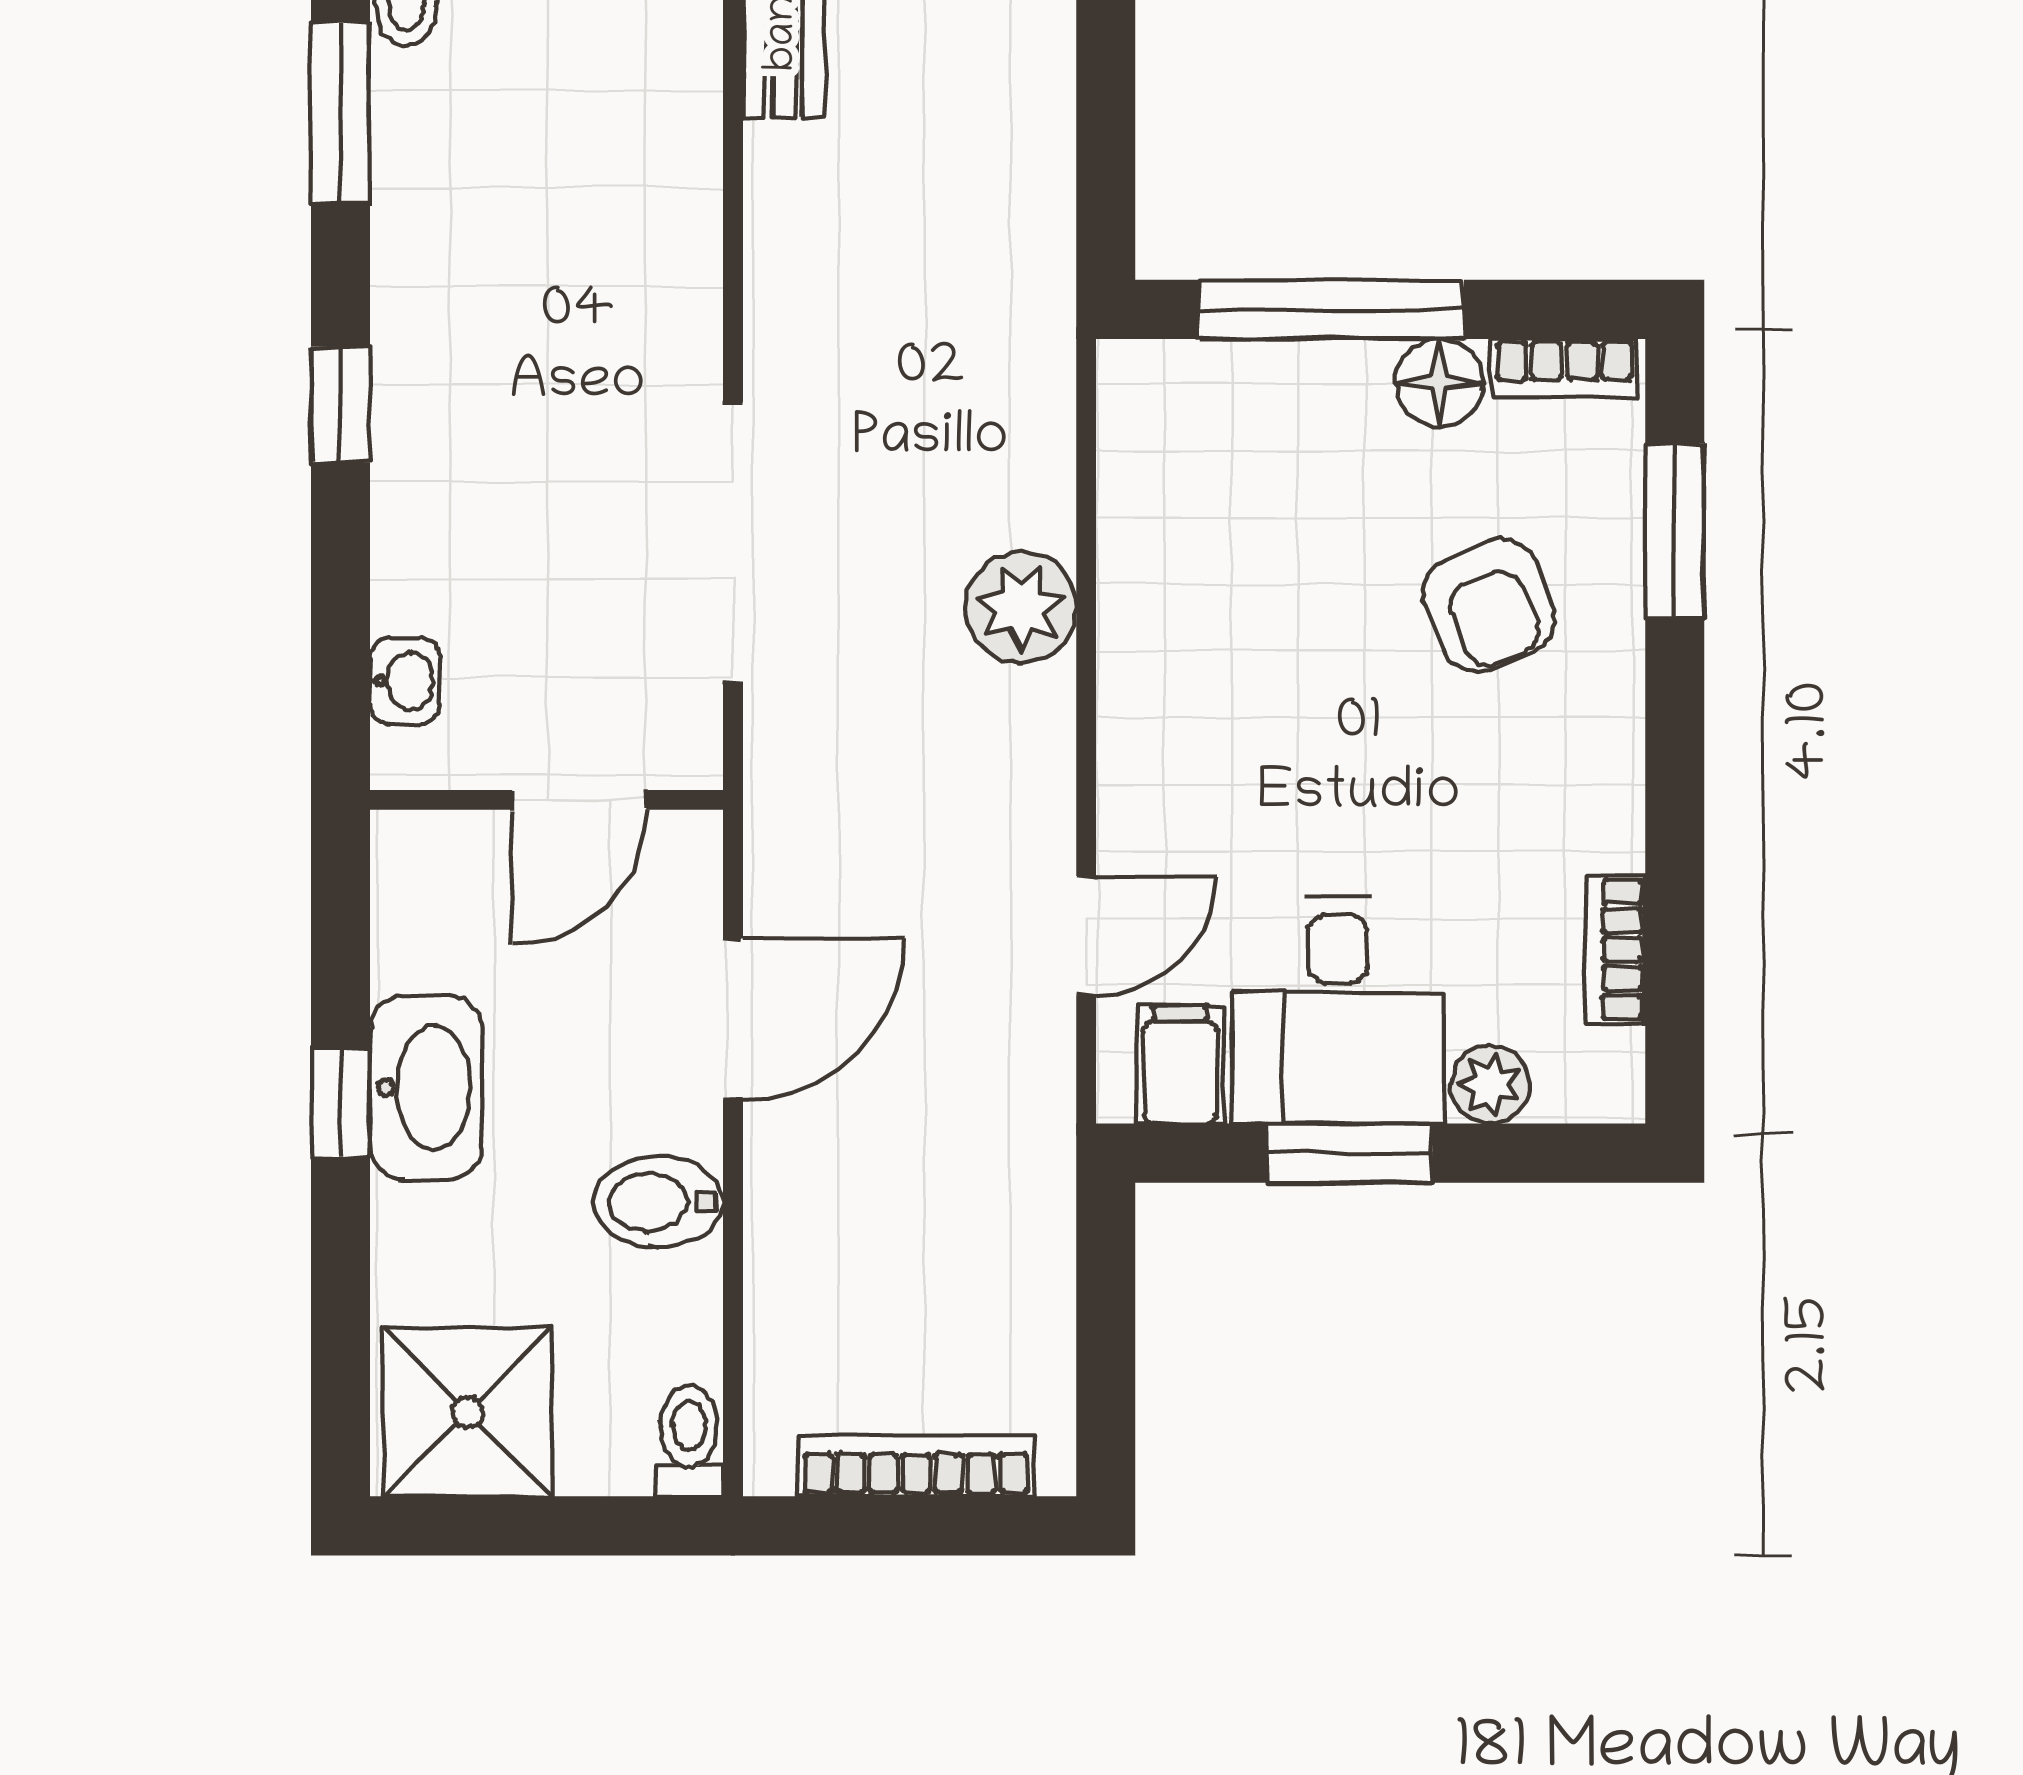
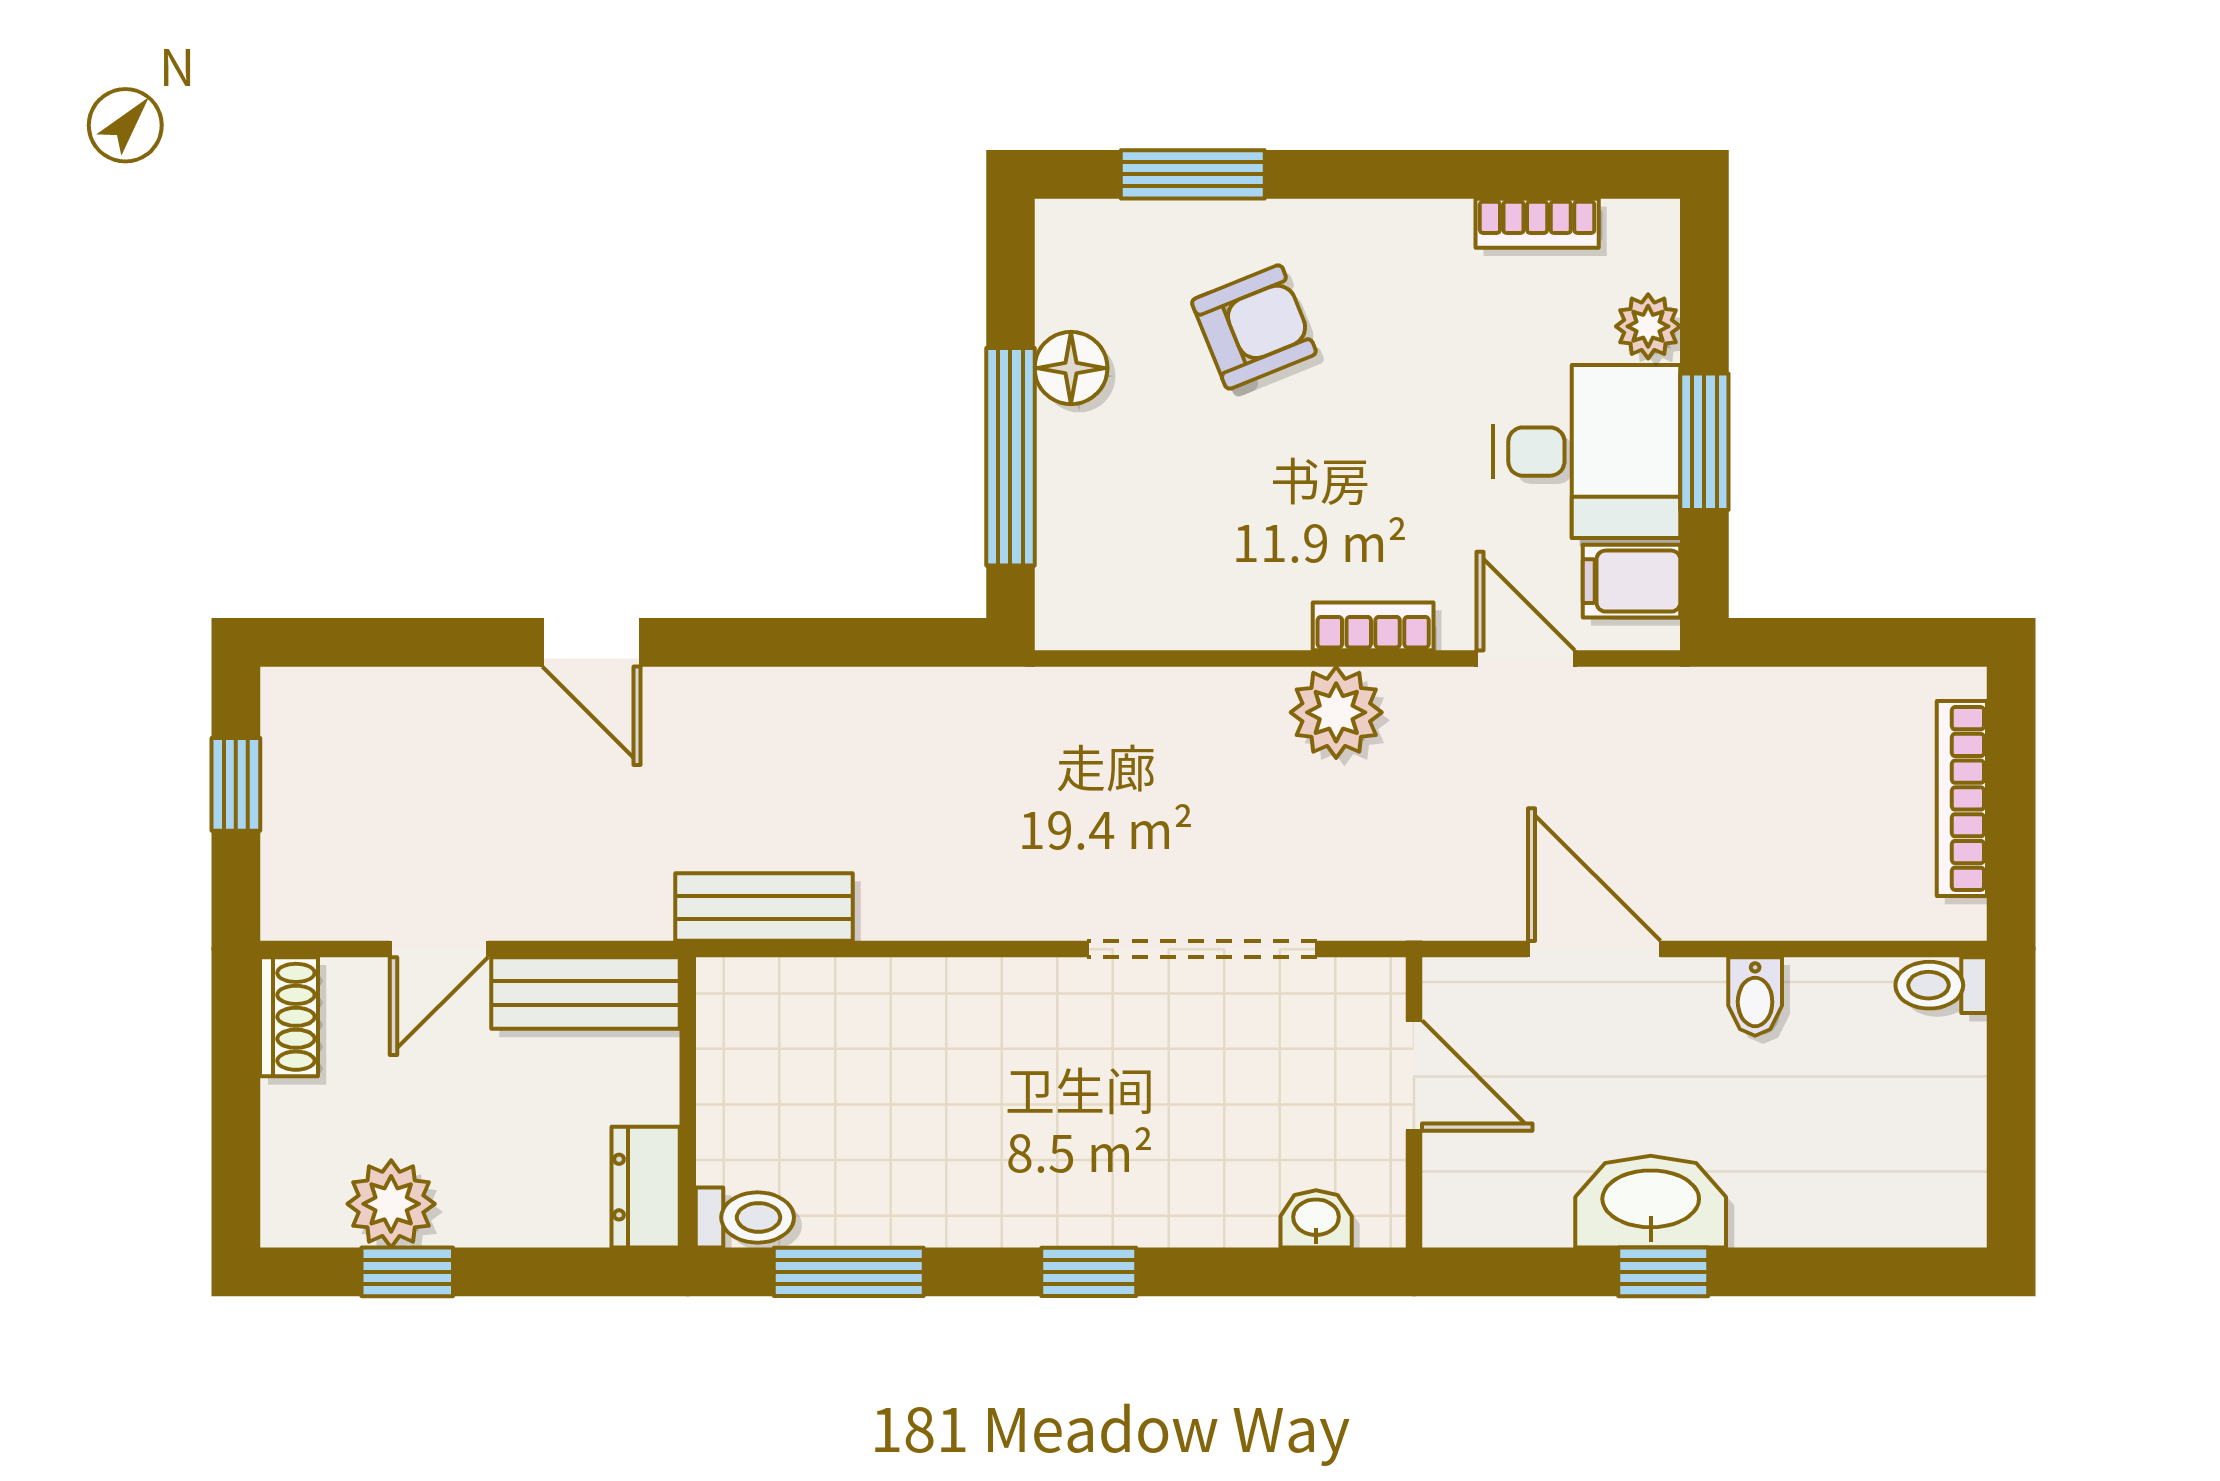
bookcase: (1564, 368) -> (1373, 626), moved, turned -90
plant: (1021, 607) -> (1336, 712), moved
bidet: (658, 1202) -> (1755, 996), width x0.72, depth x0.74
shower: (468, 1412) -> (1917, 1167), removed

